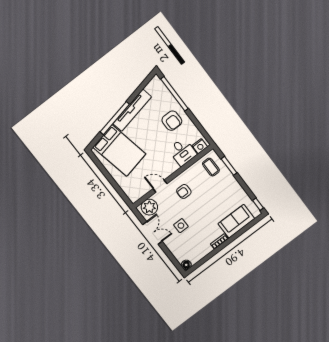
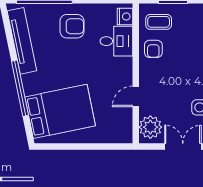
tv unit: (132, 110) -> (22, 41), moved
armchair: (184, 191) -> (153, 49), moved

